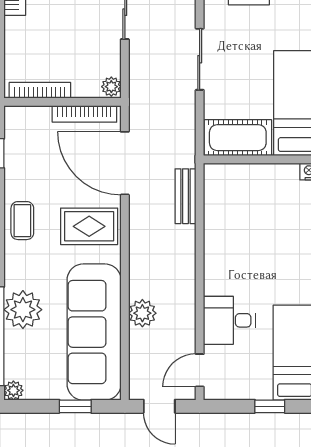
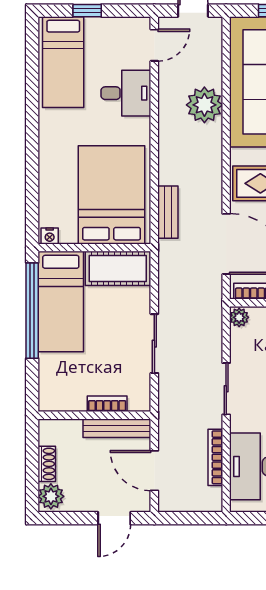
bed: (244, 214) -> (111, 195), added
plant: (142, 313) -> (204, 105), width x1.36, depth x1.36

